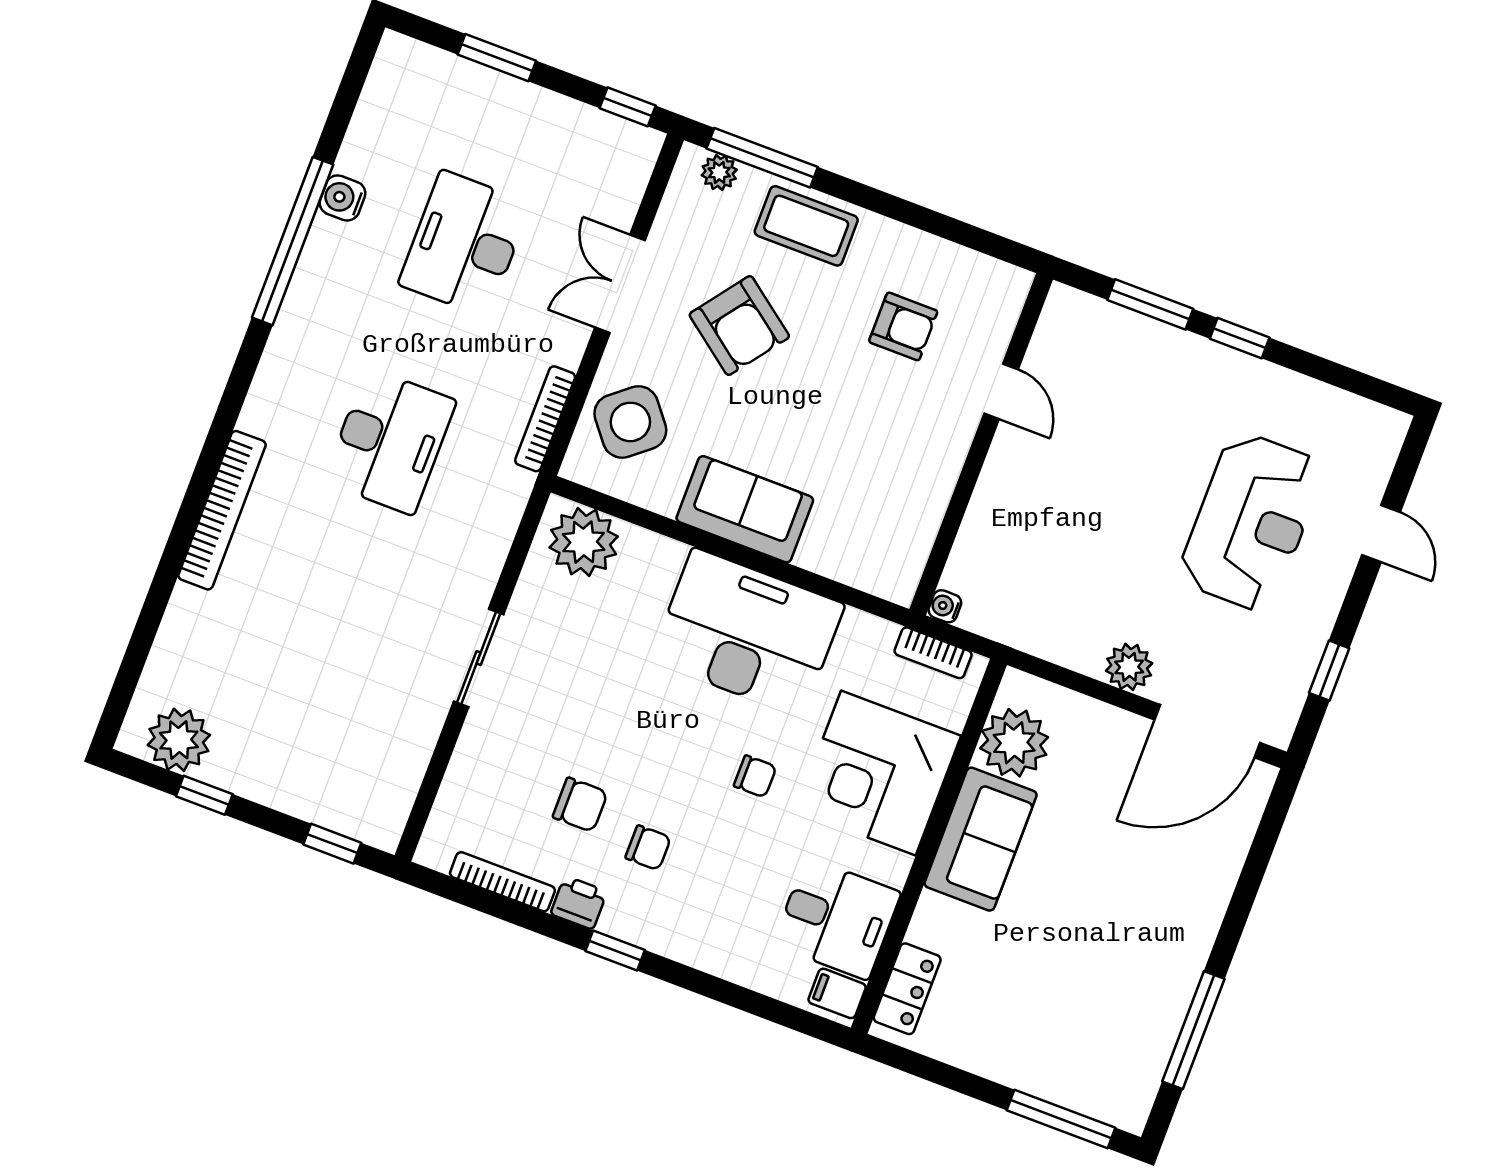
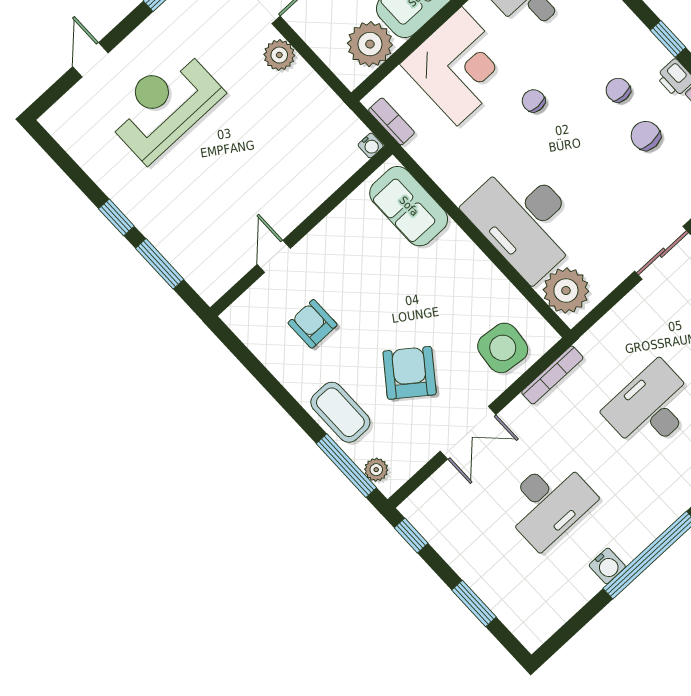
side table: (630, 422) -> (503, 348), turned 45
sofa: (745, 509) -> (409, 206), moved
desk: (748, 632) -> (525, 220), moved

